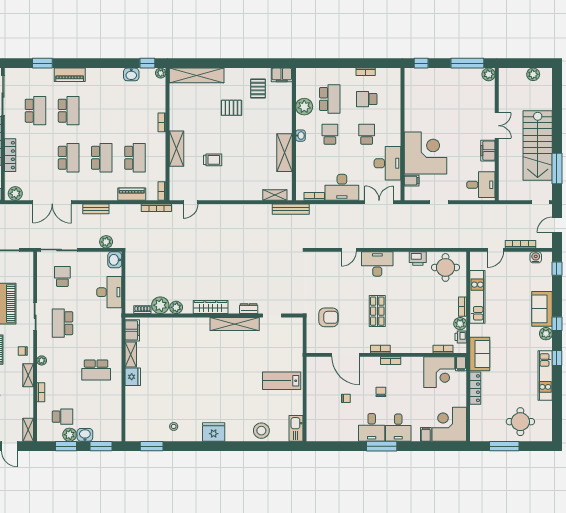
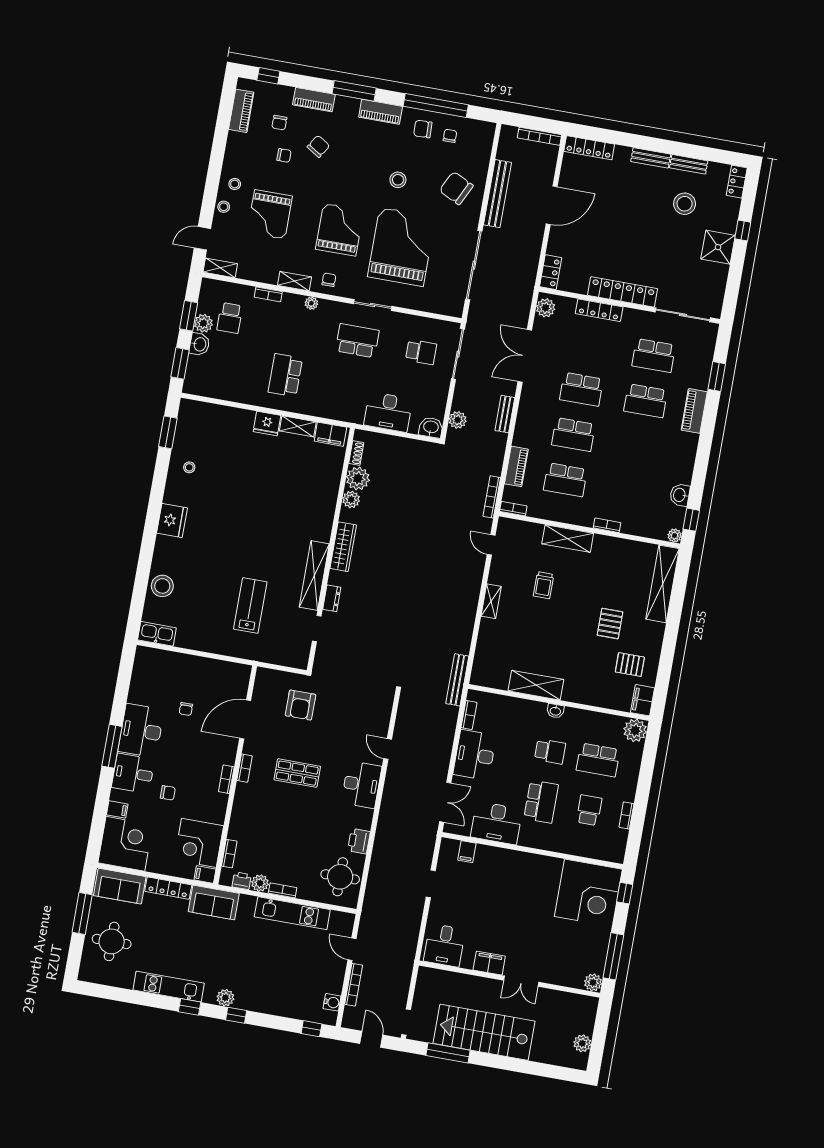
plant: (304, 107) -> (635, 730), moved
school desk: (367, 134) -> (541, 802), width x1.85
corner desk: (425, 153) -> (588, 893), moved
shelving: (275, 195) -> (491, 601), moved
sofa: (542, 309) -> (120, 886), moved, turned 180
lab bench: (282, 381) -> (250, 606), moved
chair: (381, 392) -> (168, 793), moved
desk: (372, 427) -> (141, 731), width x1.37

